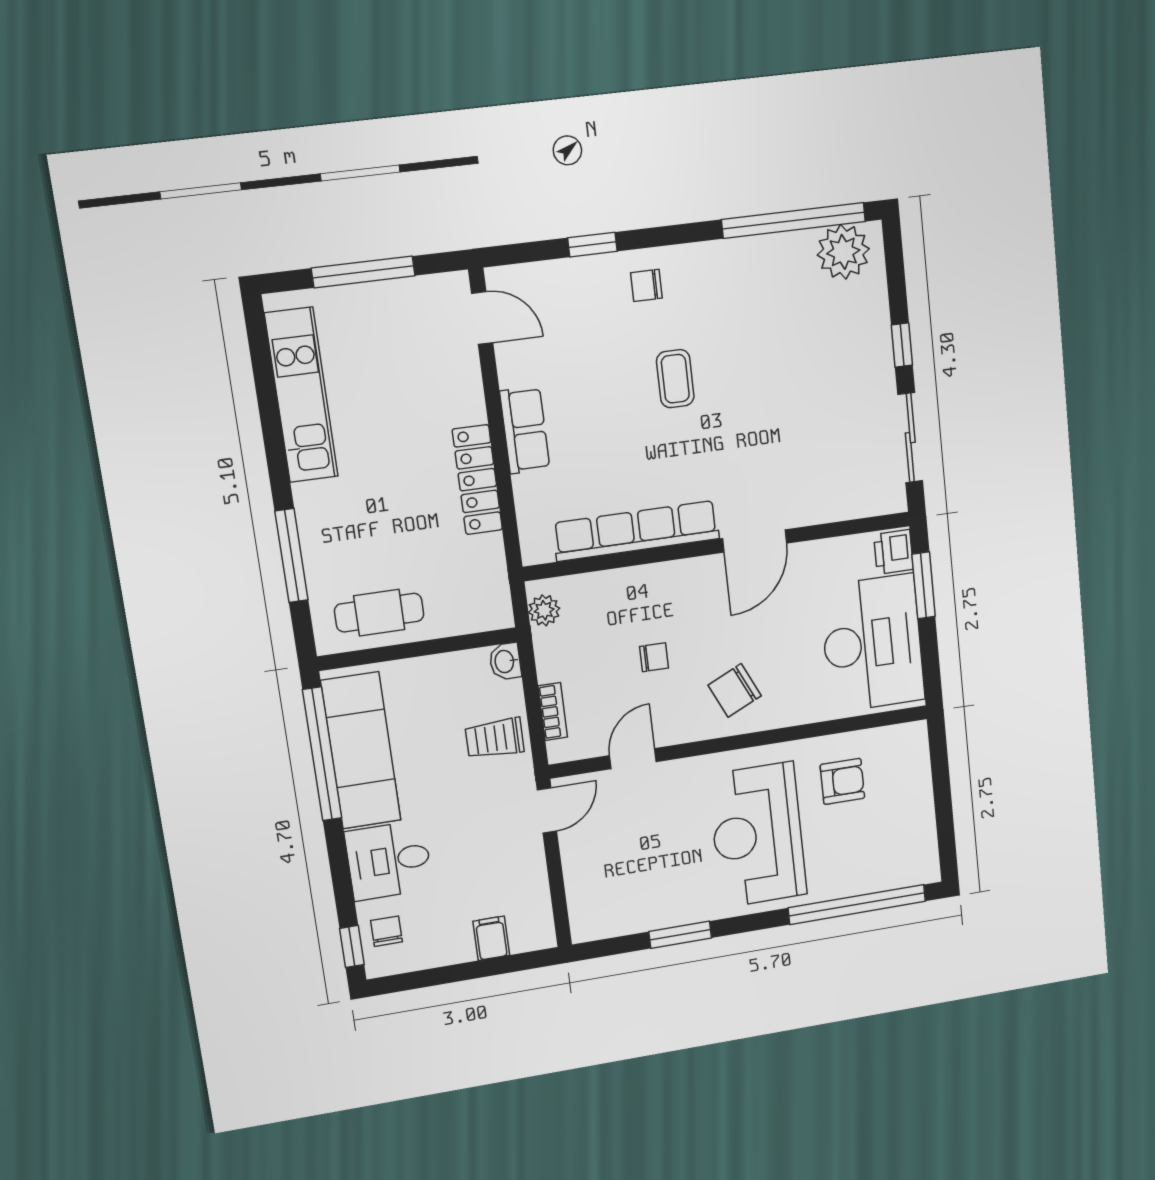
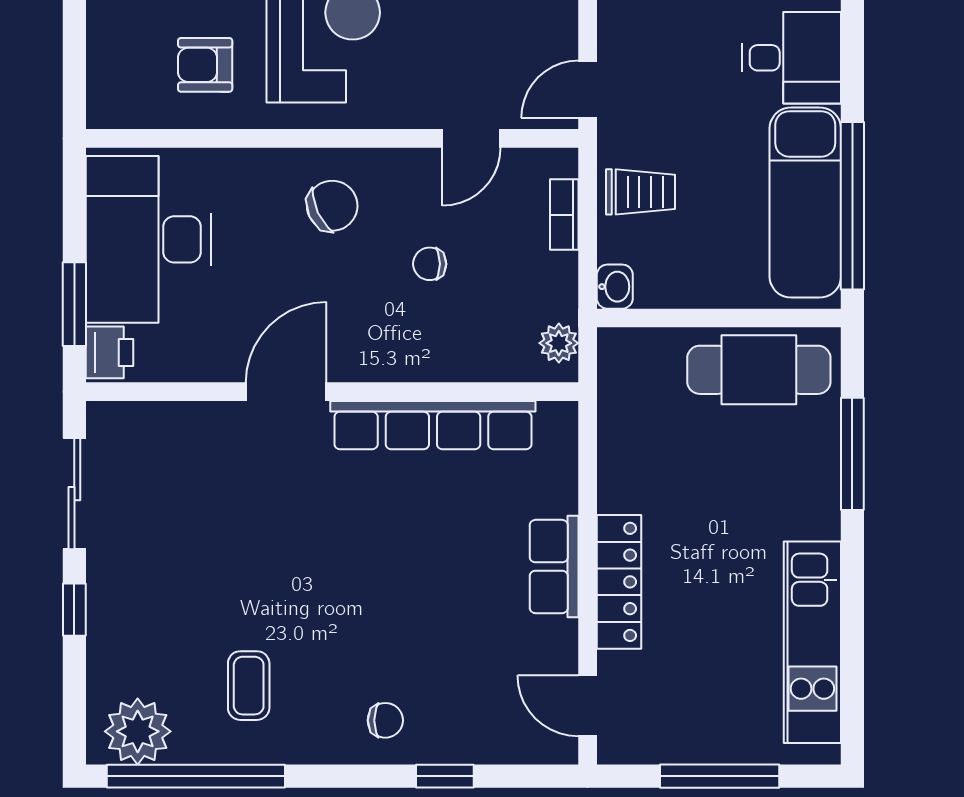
coffee table: (675, 379) -> (249, 686), moved
locker: (477, 480) -> (619, 582), moved
cafe table: (379, 613) -> (759, 370), width x1.37, depth x1.35

